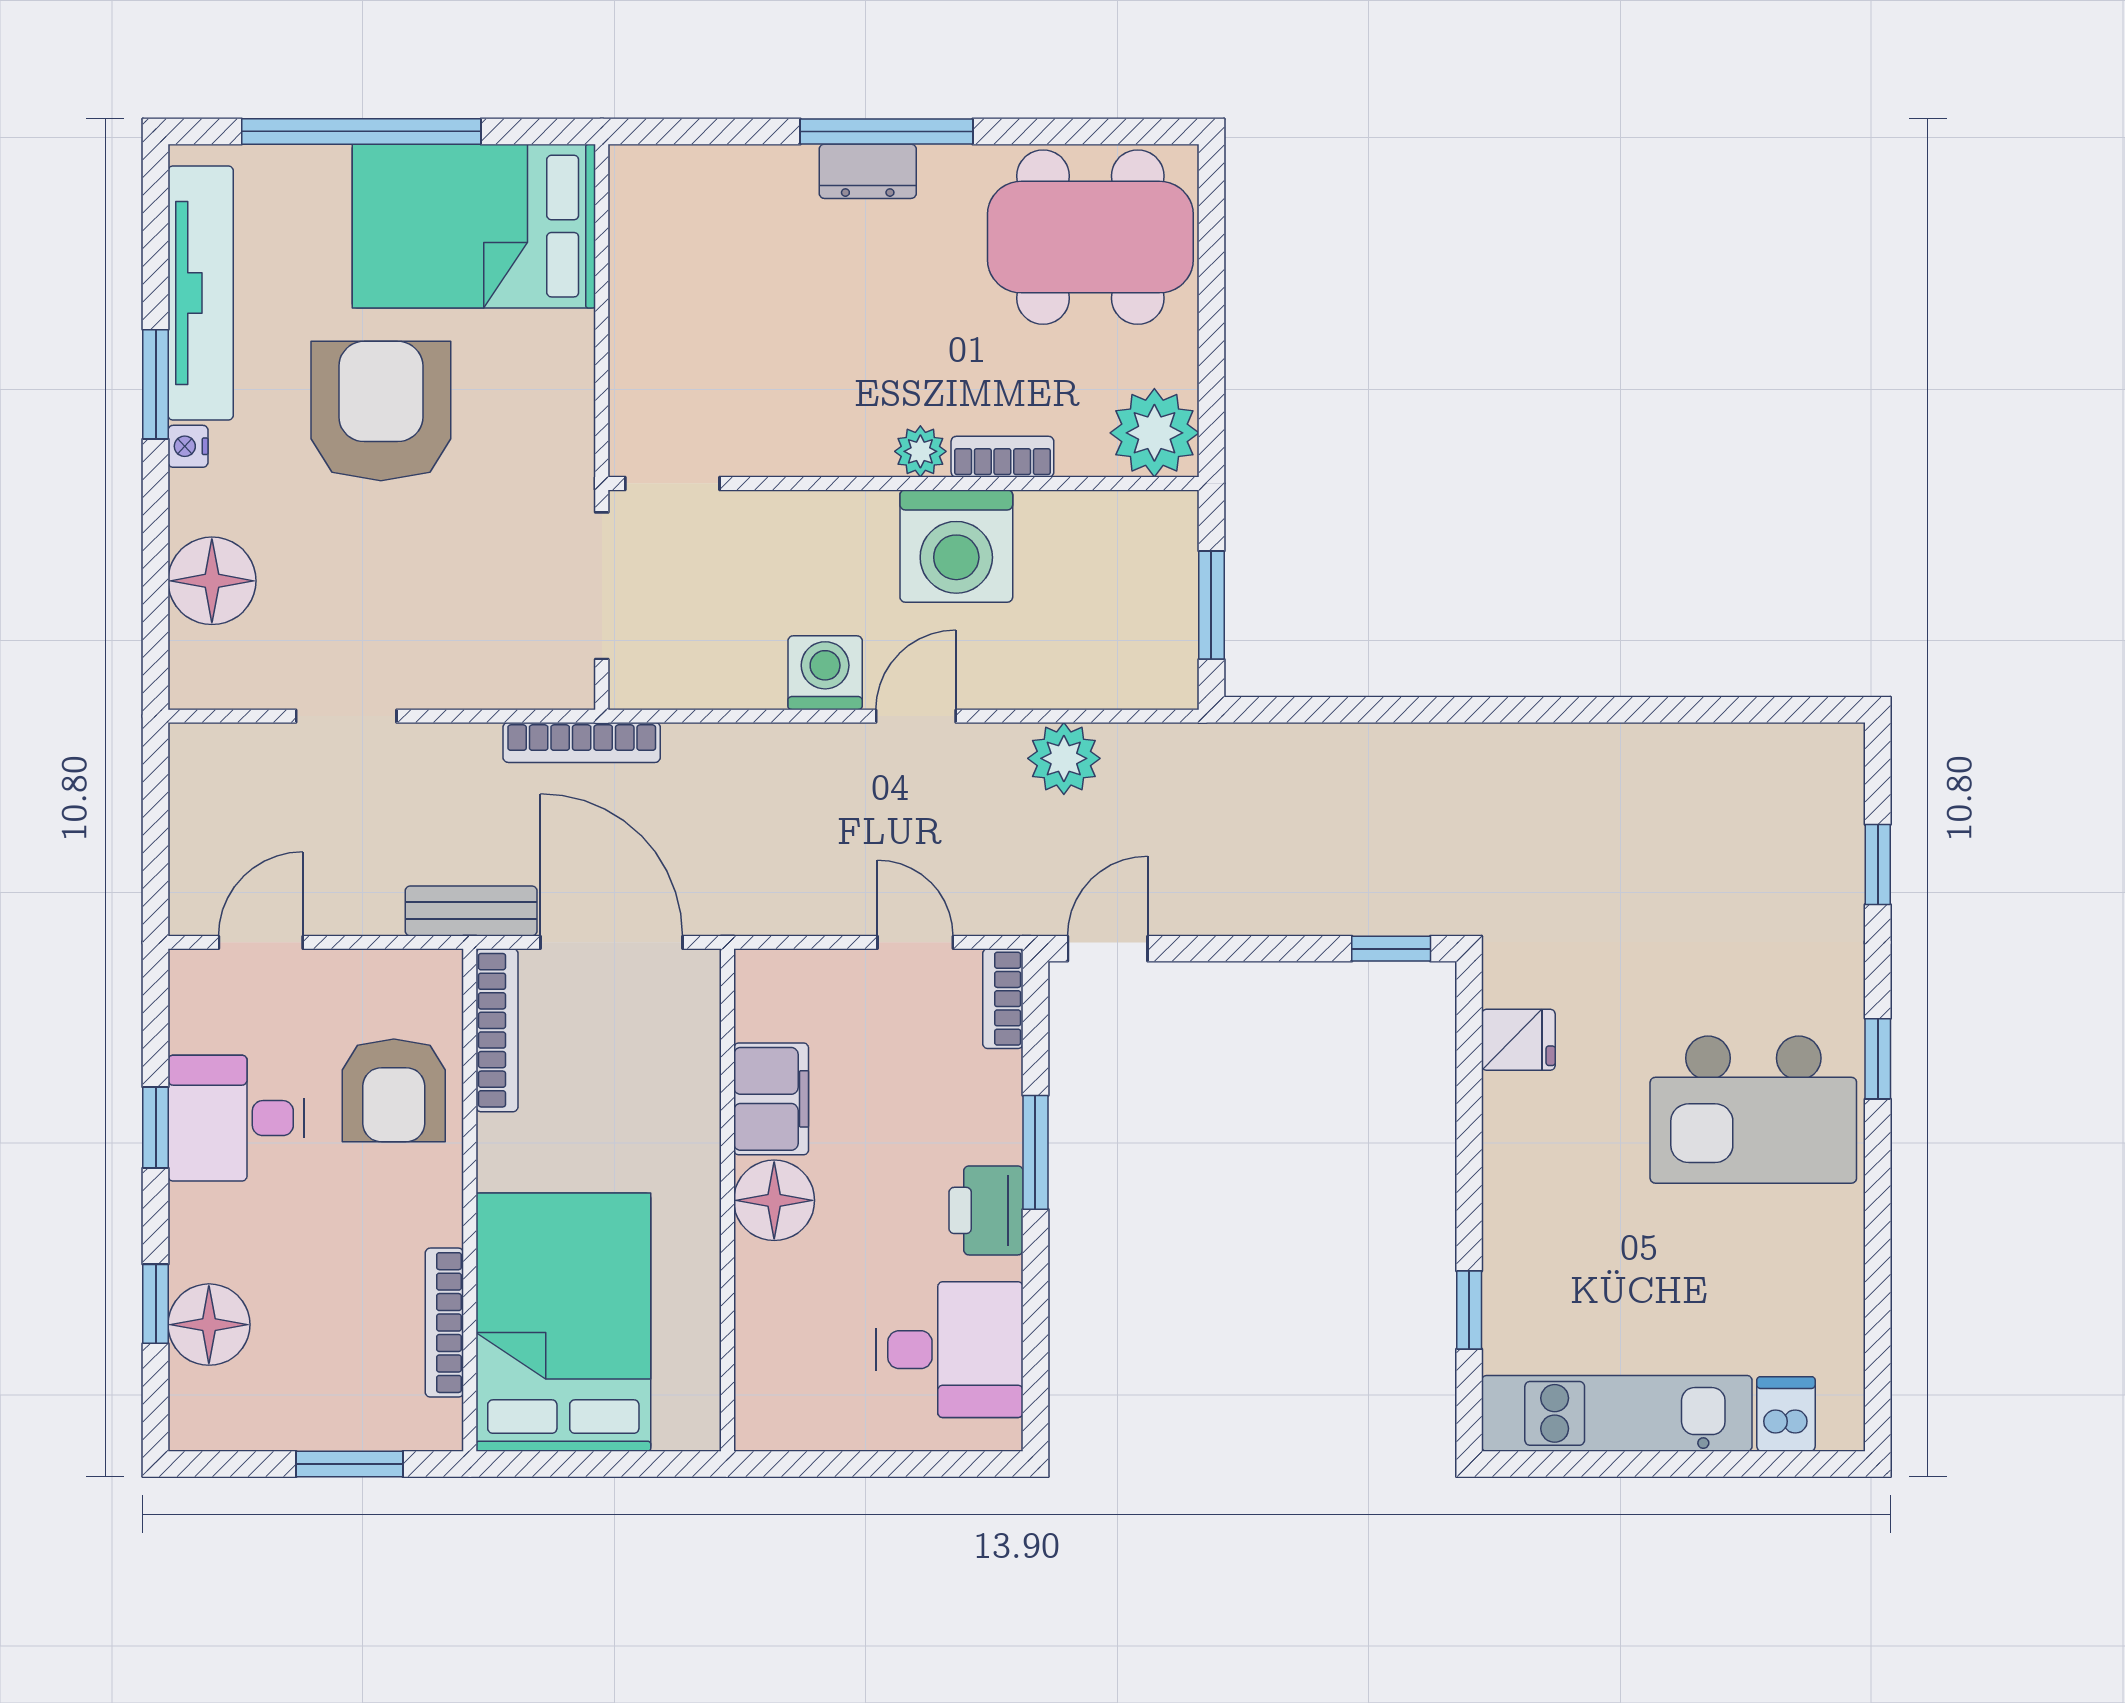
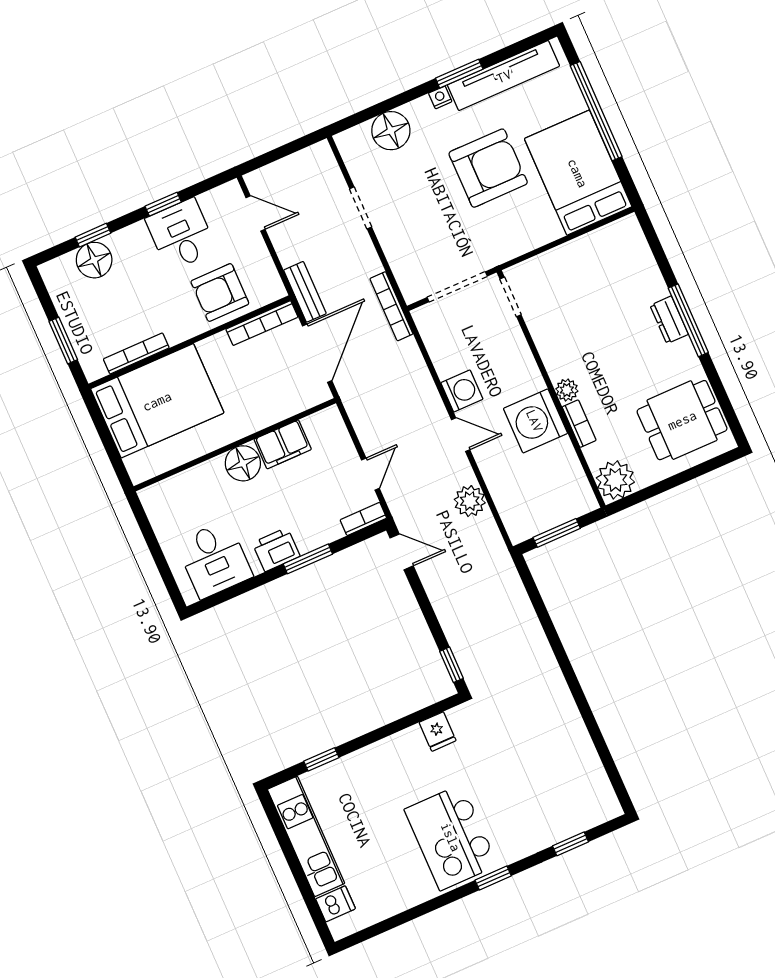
dining table: (1090, 237) -> (682, 420), width x0.73

